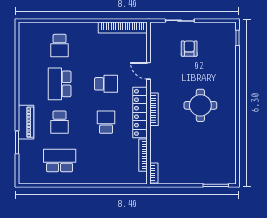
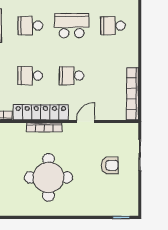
school desk: (106, 84) -> (72, 76), turned 90
round table: (200, 105) -> (48, 177), width x1.36, depth x1.36
school desk: (106, 122) -> (30, 76), turned 180

